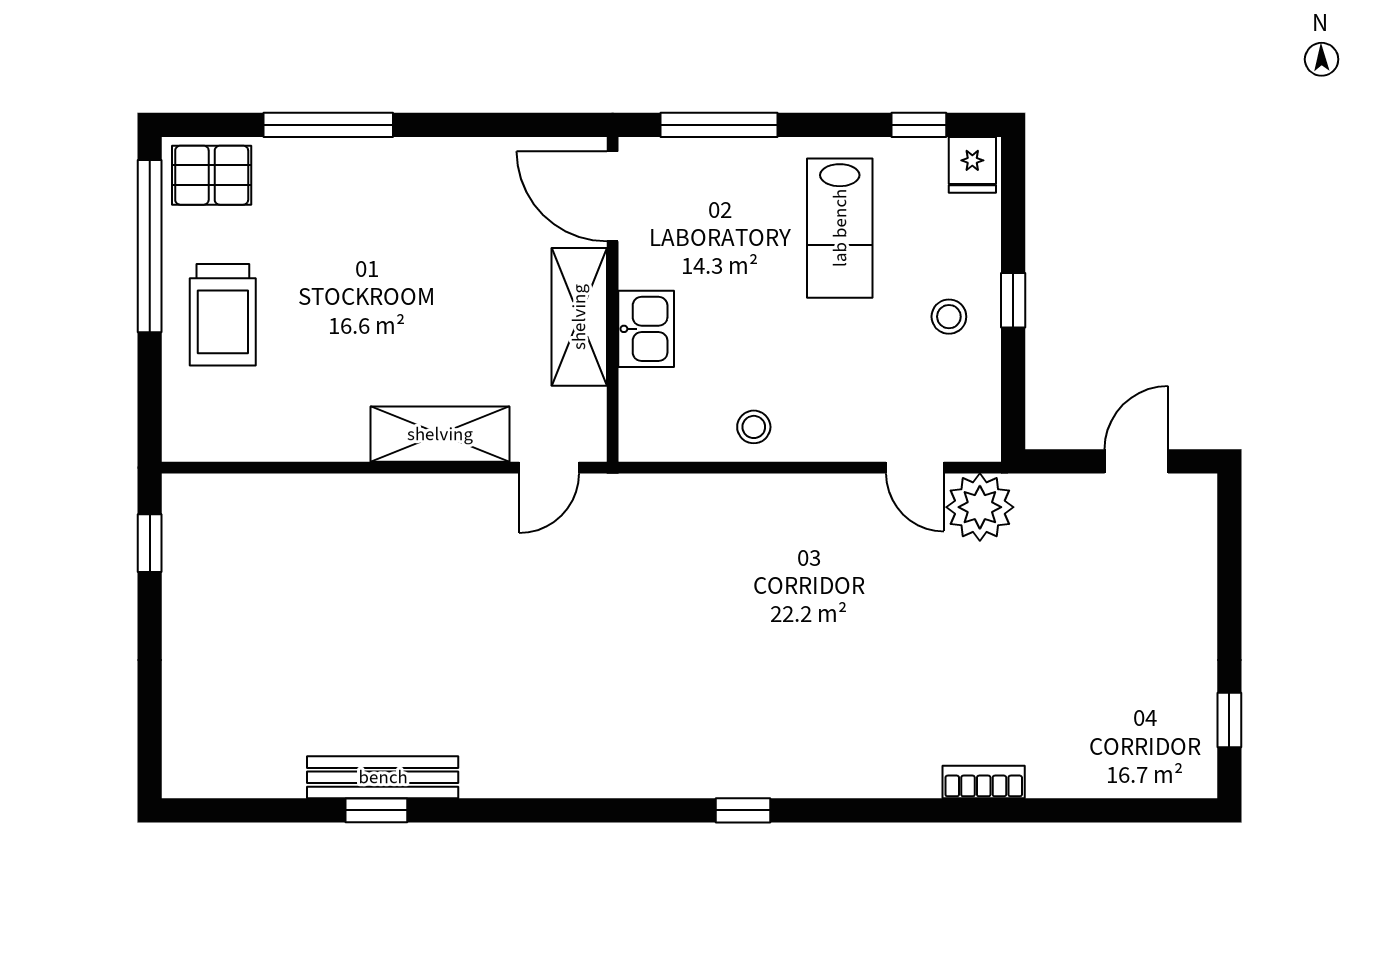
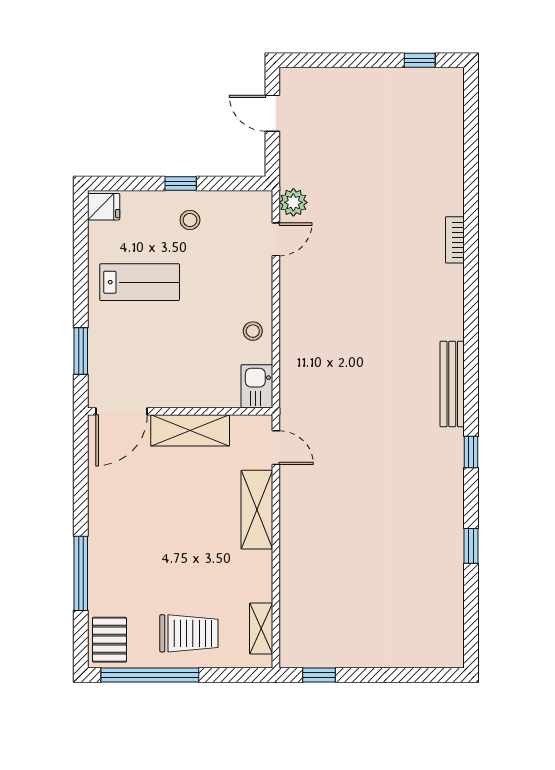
window: (719, 125) -> (81, 351), width x0.69
window: (919, 125) -> (81, 237), removed
kitchen sink: (646, 329) -> (257, 386), moved, turned -90
shelving: (231, 442) -> (261, 628), added
plant: (980, 507) -> (293, 202), width x0.73, depth x0.73
bench: (383, 777) -> (452, 384), moved
bookcase: (984, 782) -> (455, 240), moved
window: (743, 810) -> (471, 452), moved

